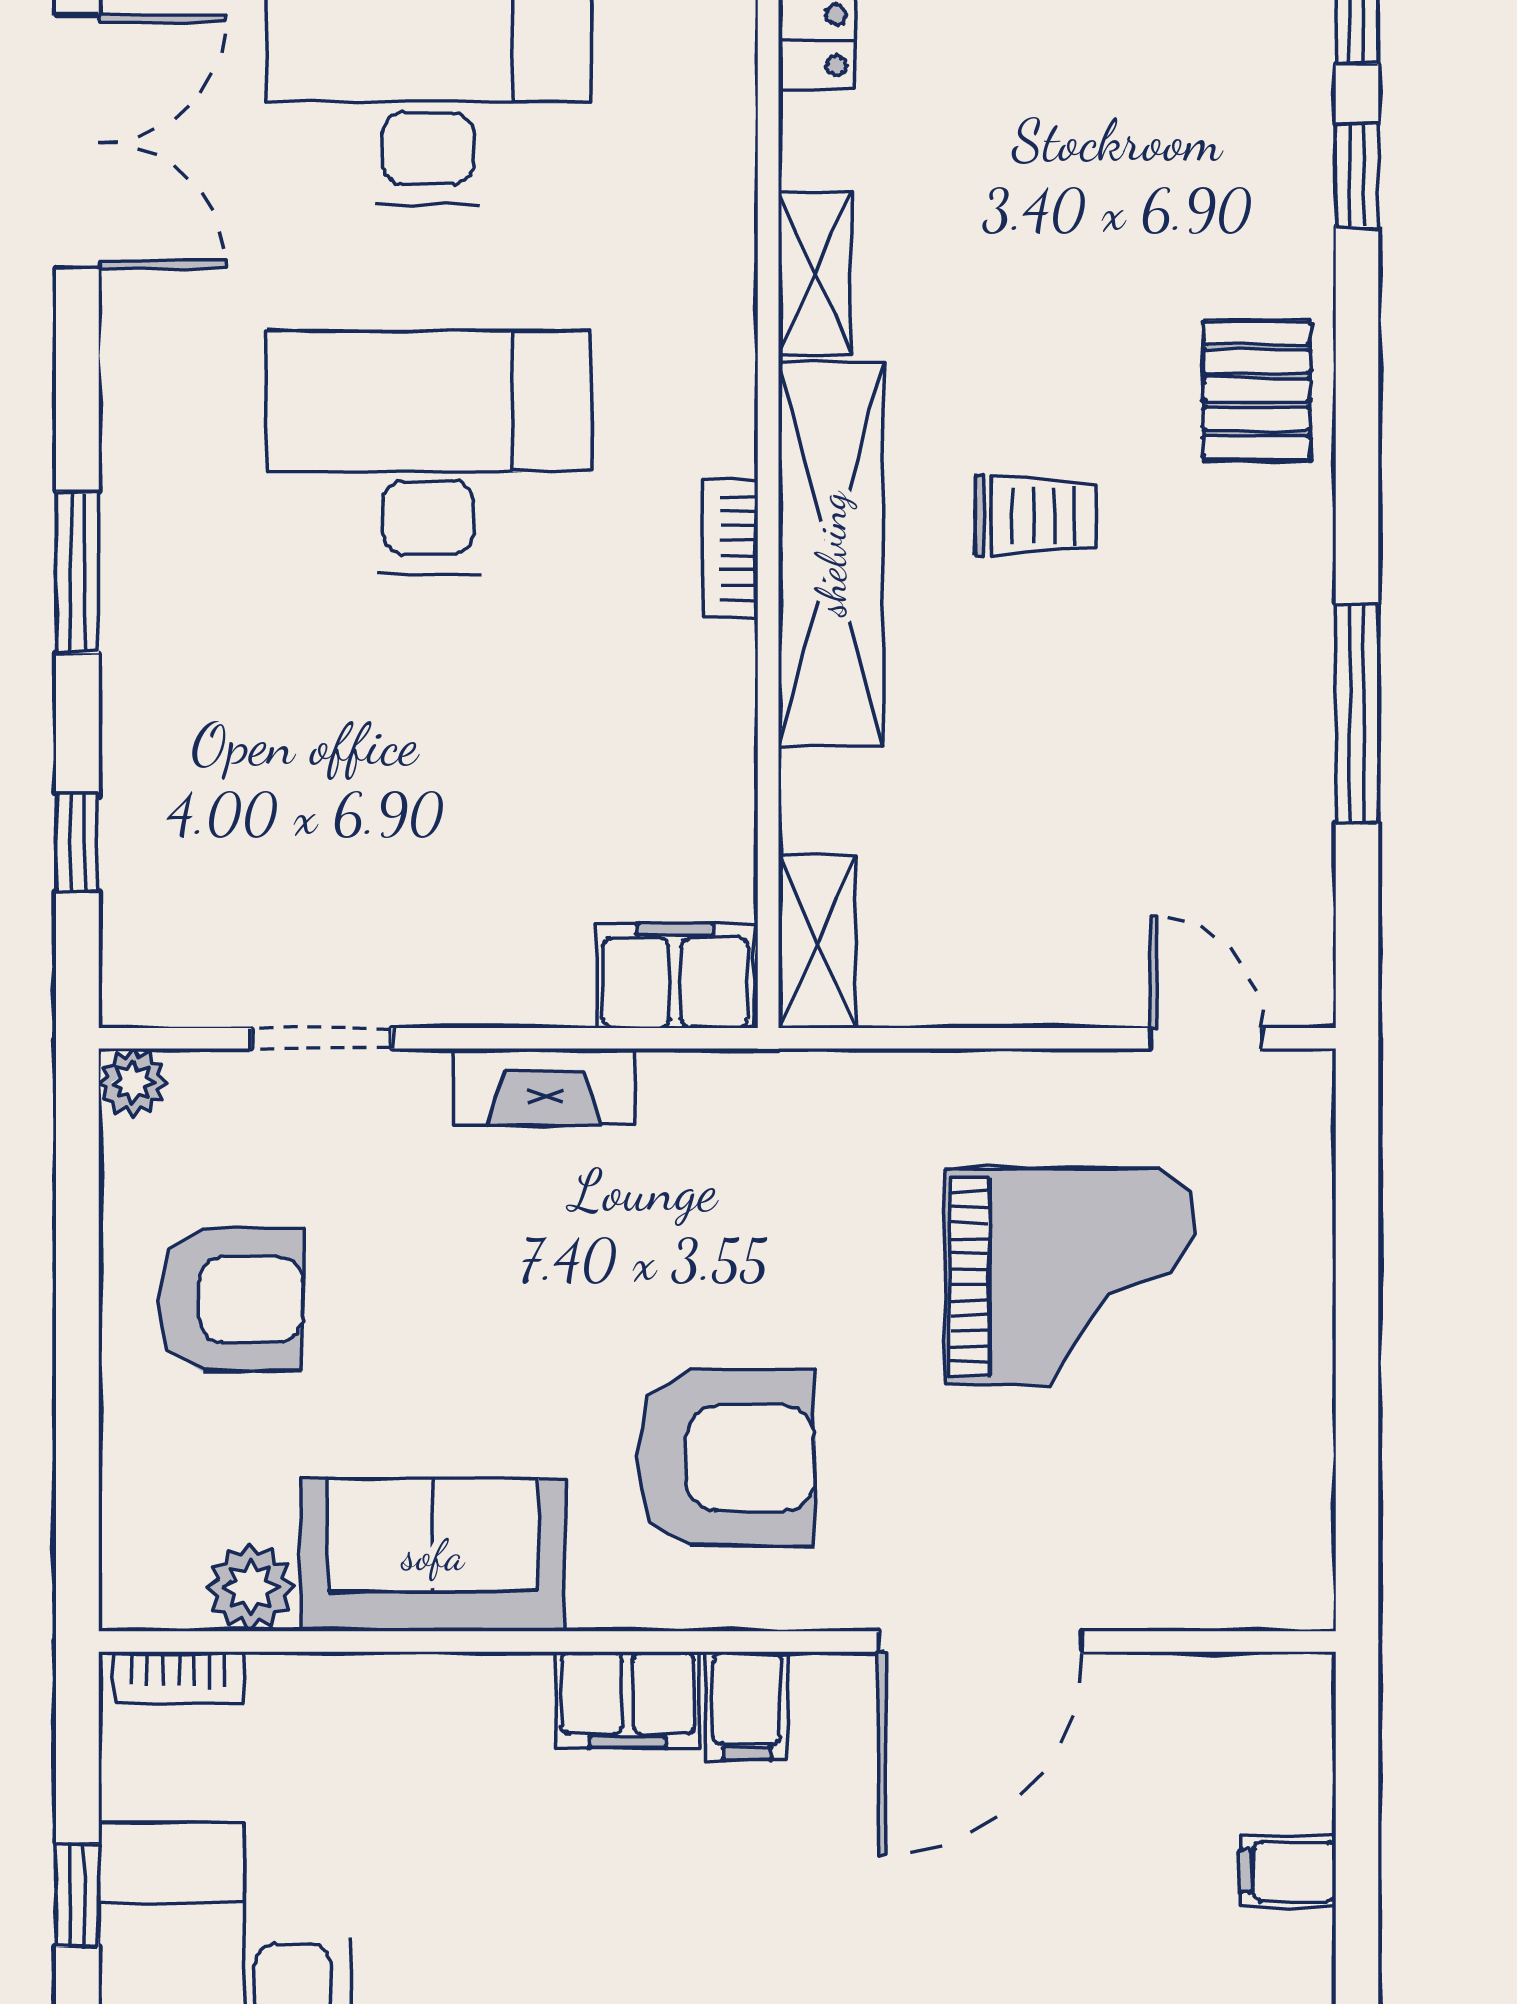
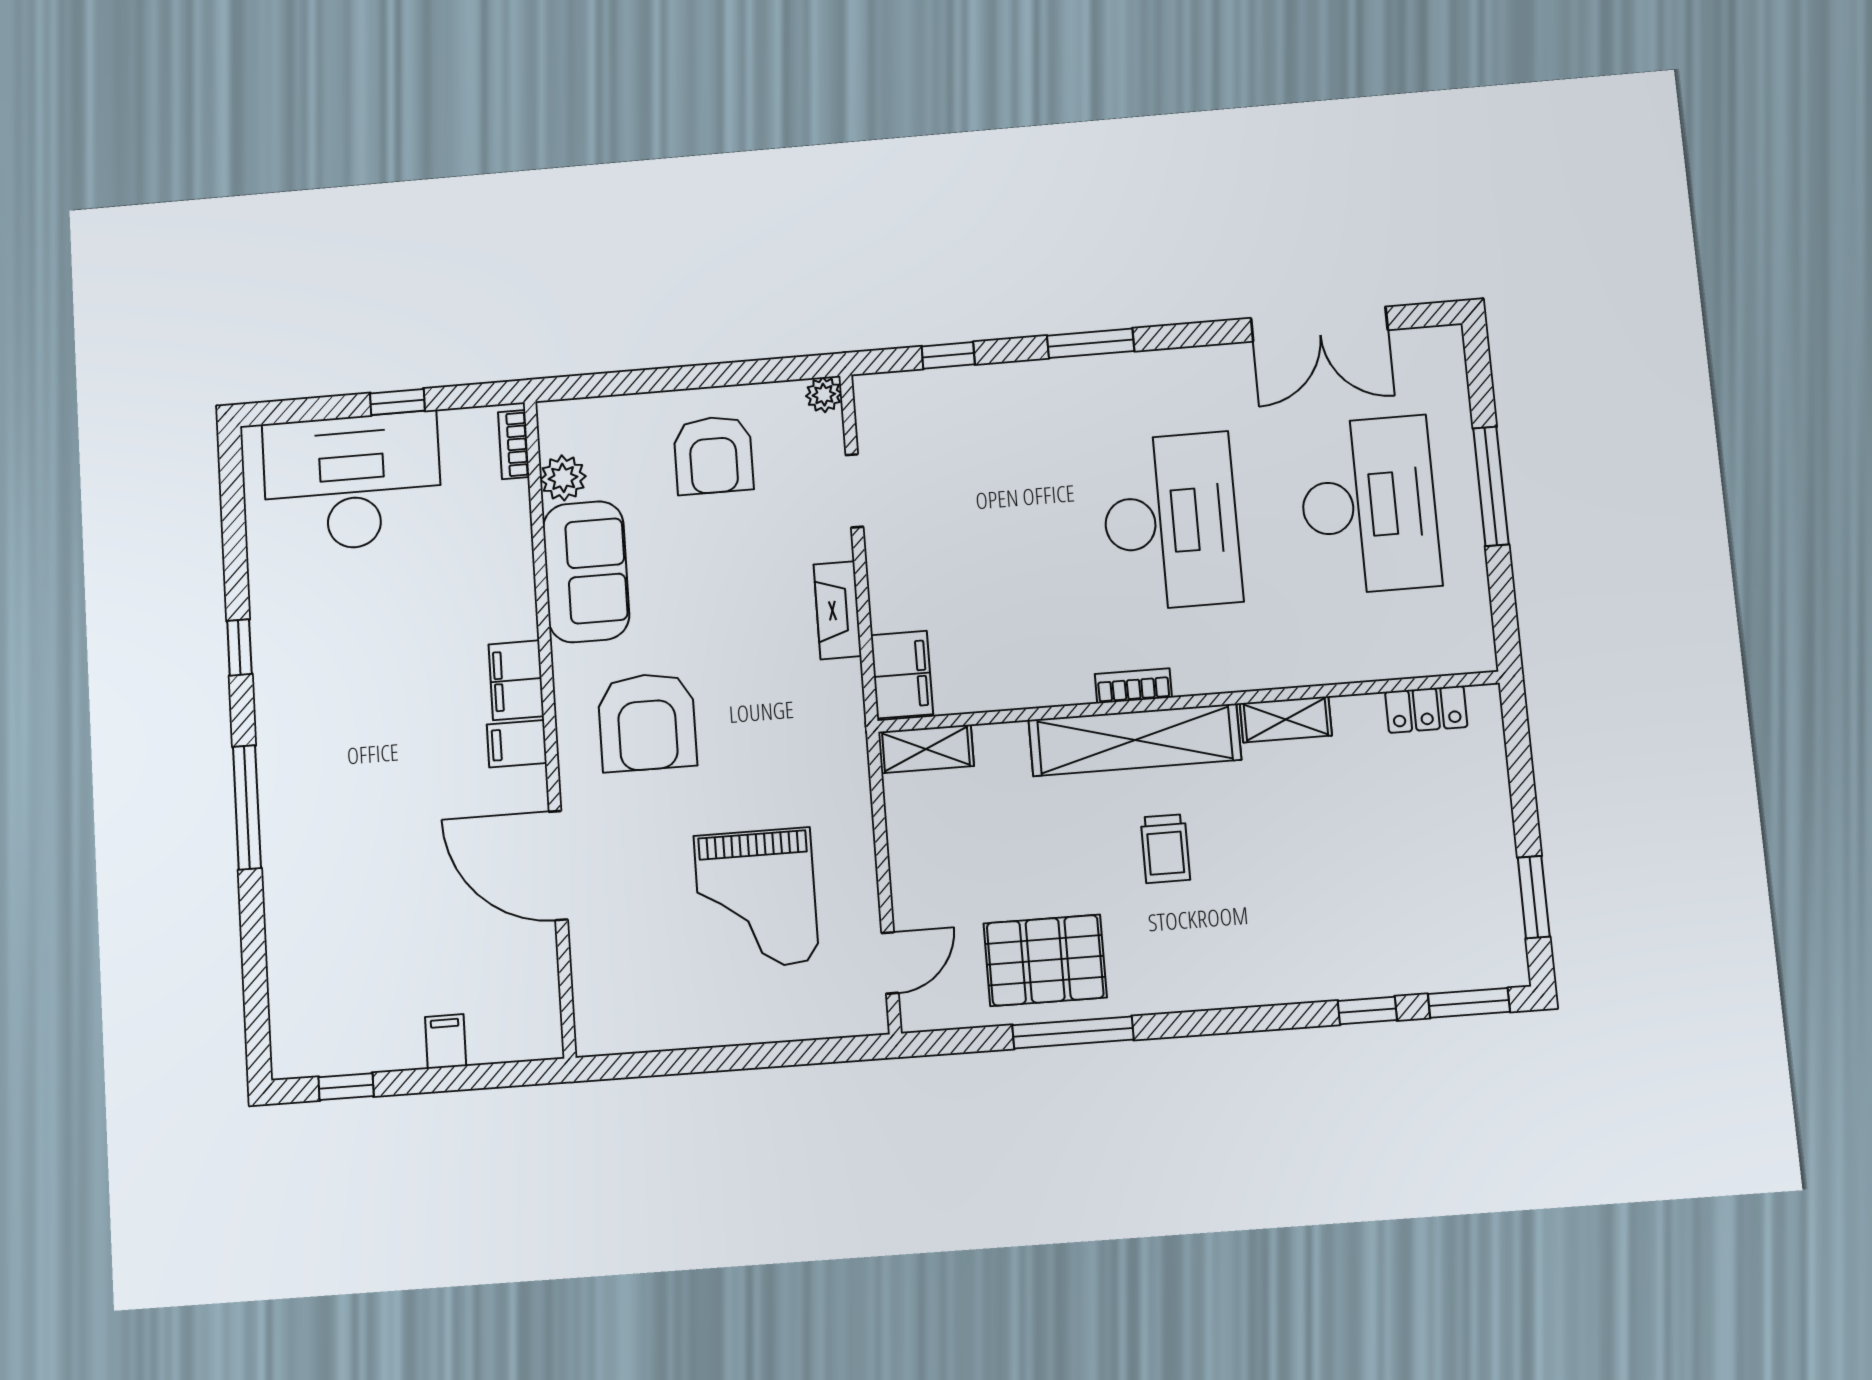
pallet: (1257, 390) -> (1045, 960), moved, width x1.50, depth x1.42

